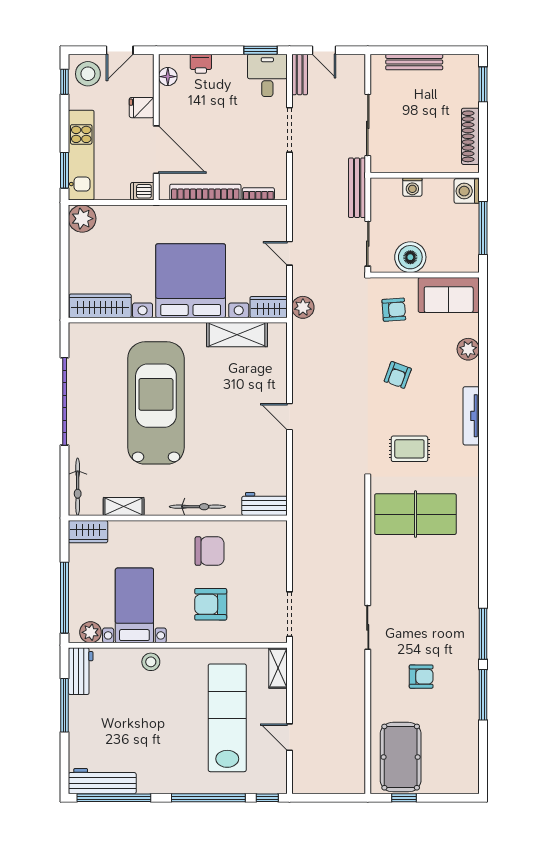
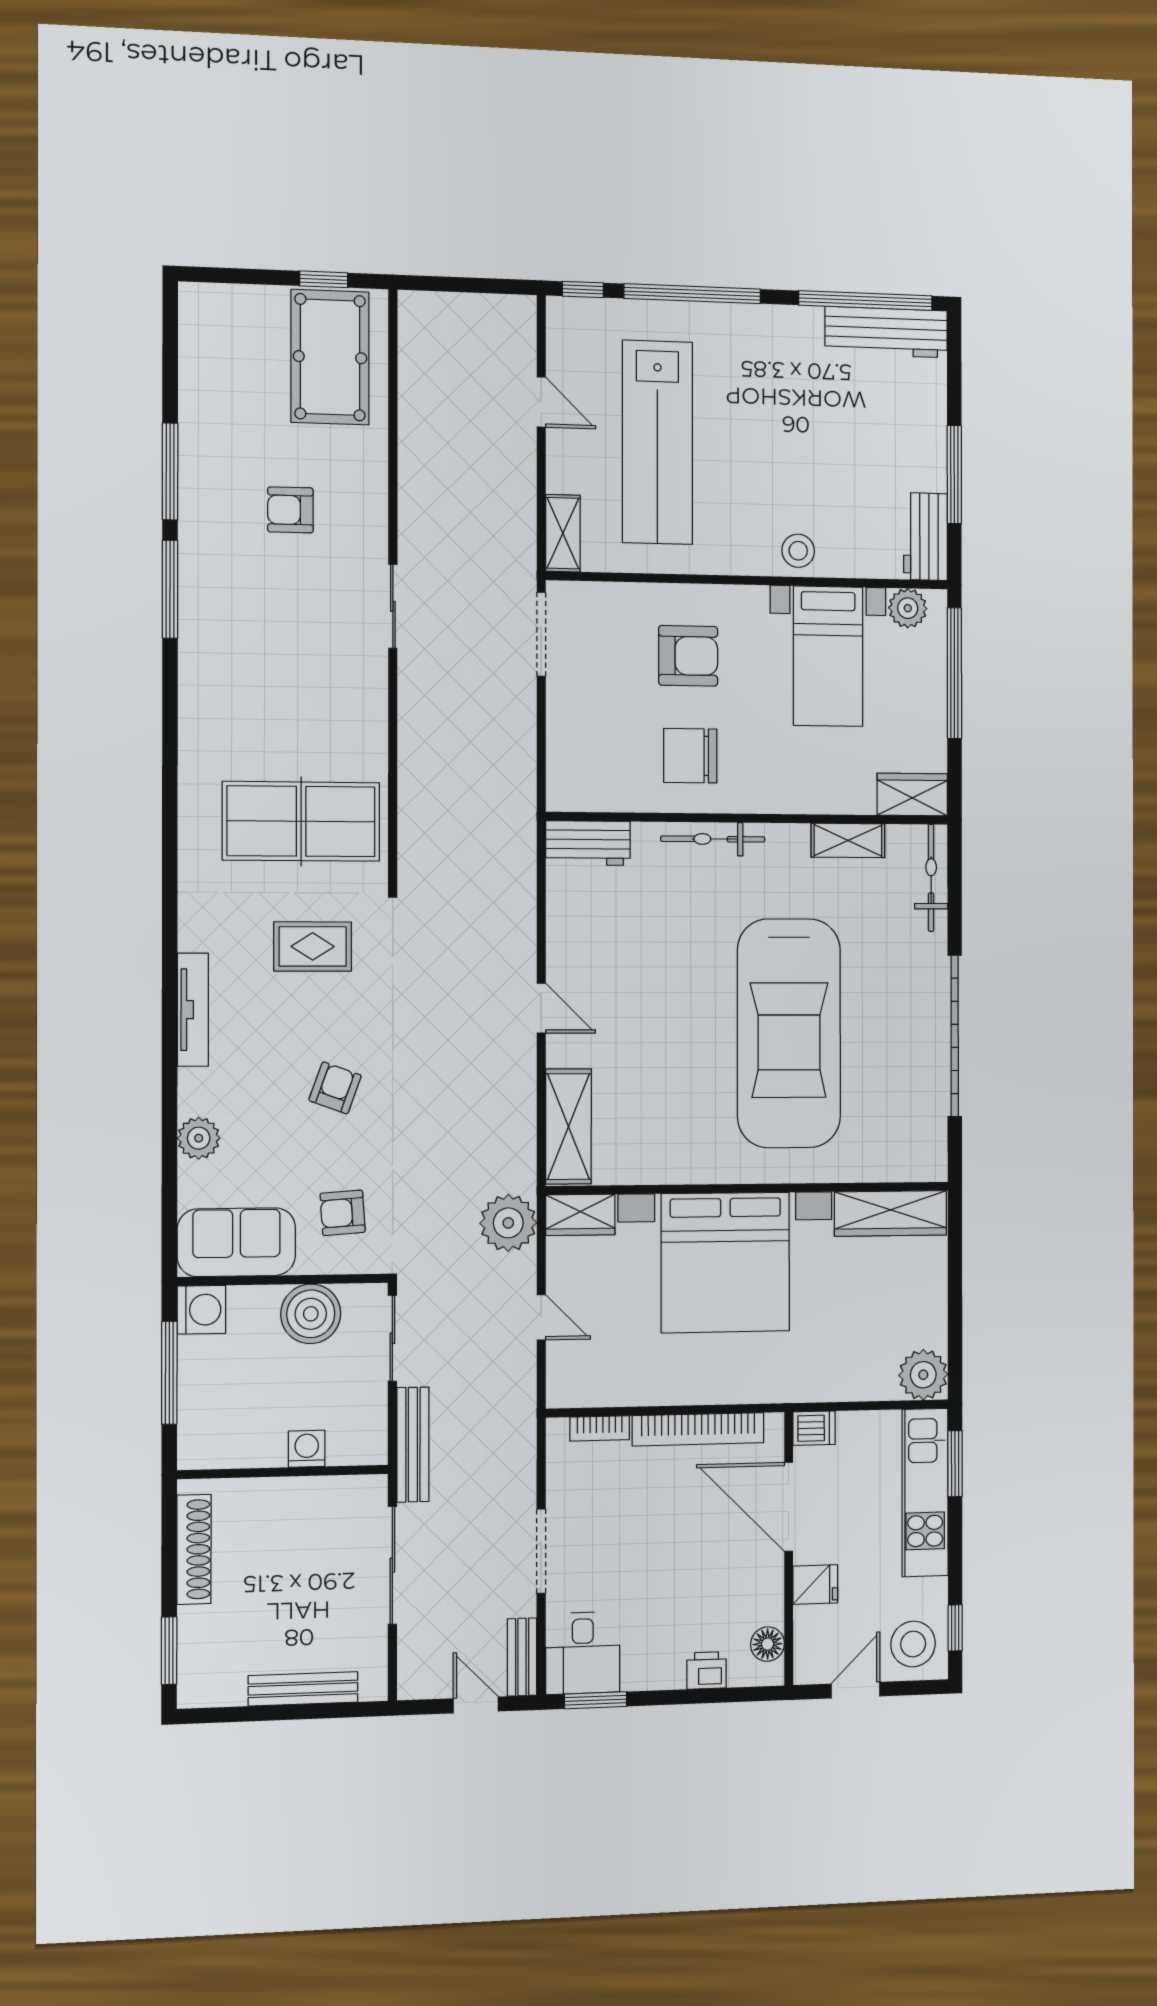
washing machine: (467, 191) -> (201, 1310), moved
plant: (303, 307) -> (508, 1223), width x1.36, depth x1.36
shelving: (237, 335) -> (568, 1127), moved, turned 90

